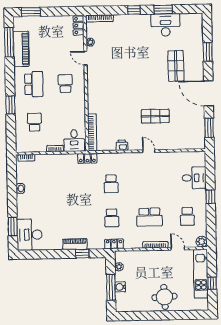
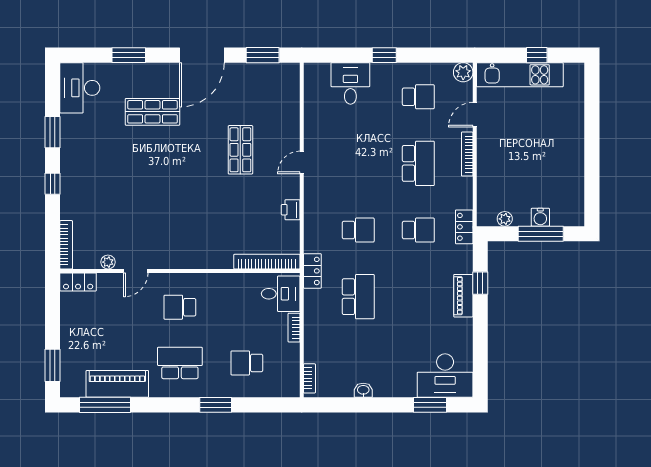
desk: (166, 25) -> (80, 88), moved
school desk: (73, 185) -> (358, 297), added
round table: (164, 297) -> (559, 140), removed

